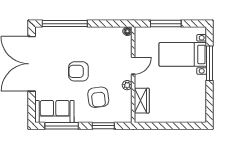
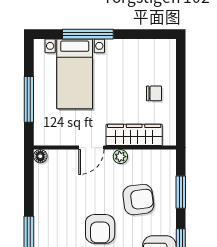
door: (133, 66) -> (91, 148), swing flipped
wardrobe: (142, 101) -> (134, 135), width x1.50
chair: (170, 108) -> (154, 93), added

